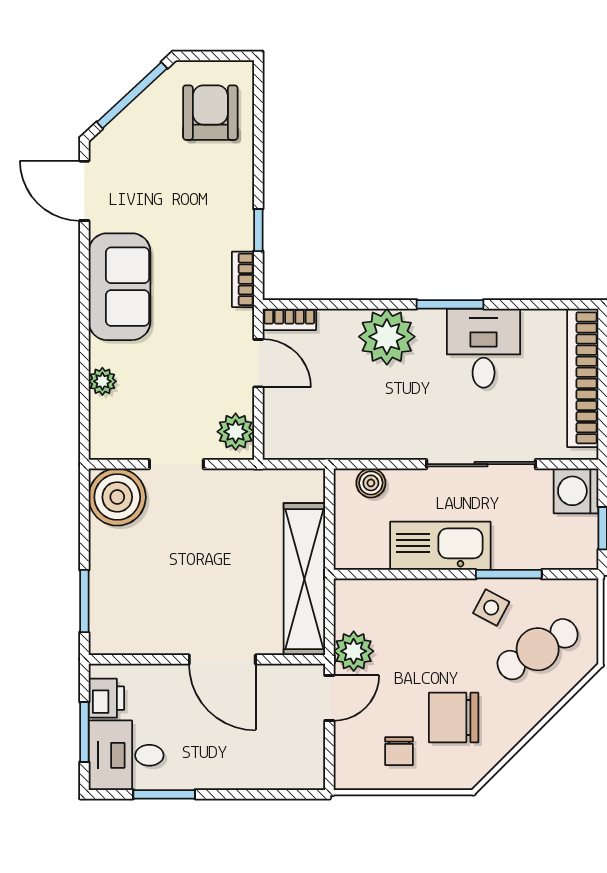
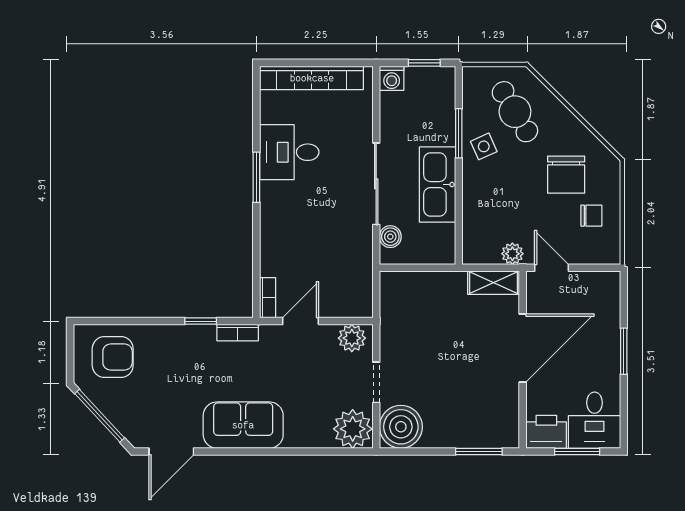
armchair: (210, 113) -> (113, 357), turned 180
plant: (387, 337) -> (281, 225), removed
plant: (102, 381) -> (353, 429), moved, width x1.88, depth x1.88
sliding door: (481, 464) -> (376, 184), moved
washing machine: (576, 491) -> (392, 78), width x0.73, depth x0.73
shelving: (304, 579) -> (494, 283), width x0.45, depth x0.75
side table: (491, 608) -> (484, 146), turned 38
plant: (354, 651) -> (512, 254), width x0.73, depth x0.73
door: (222, 659) -> (523, 348), width x1.36
printer: (106, 698) -> (546, 432), width x1.36, depth x1.24
window: (164, 794) -> (624, 351), moved

